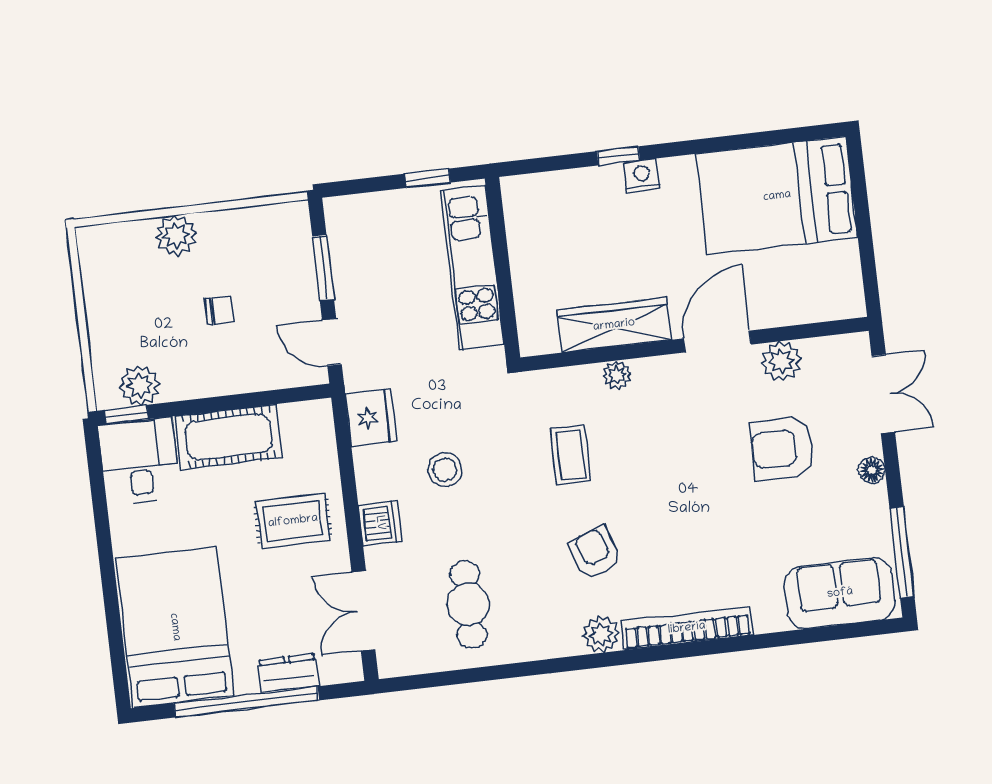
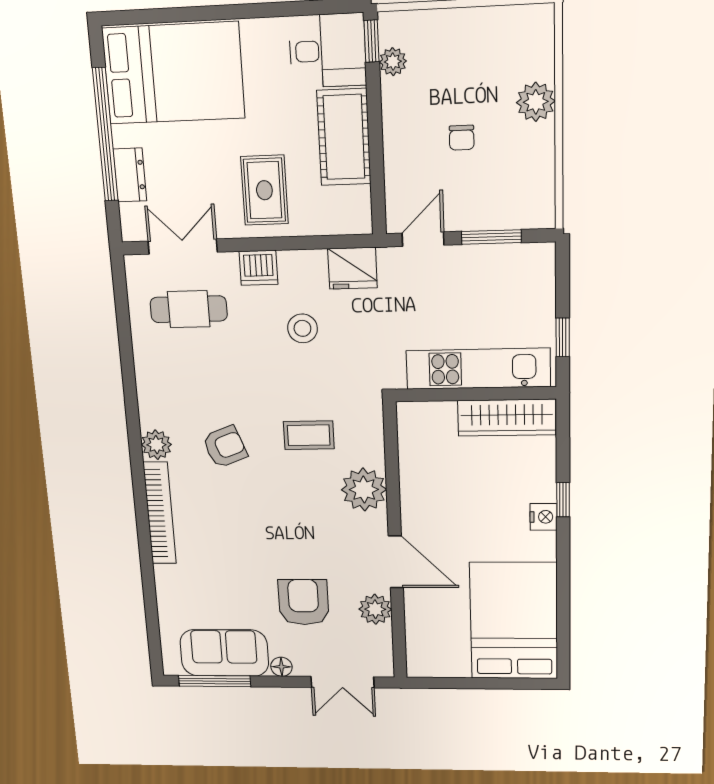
wardrobe: (614, 325) -> (507, 418), moved, turned 90
plant: (617, 375) -> (364, 490), width x1.88, depth x1.88
plant: (140, 385) -> (393, 62), width x0.73, depth x0.73
sofa: (840, 593) -> (224, 653), moved, turned -90
cafe table: (468, 604) -> (189, 309), moved

